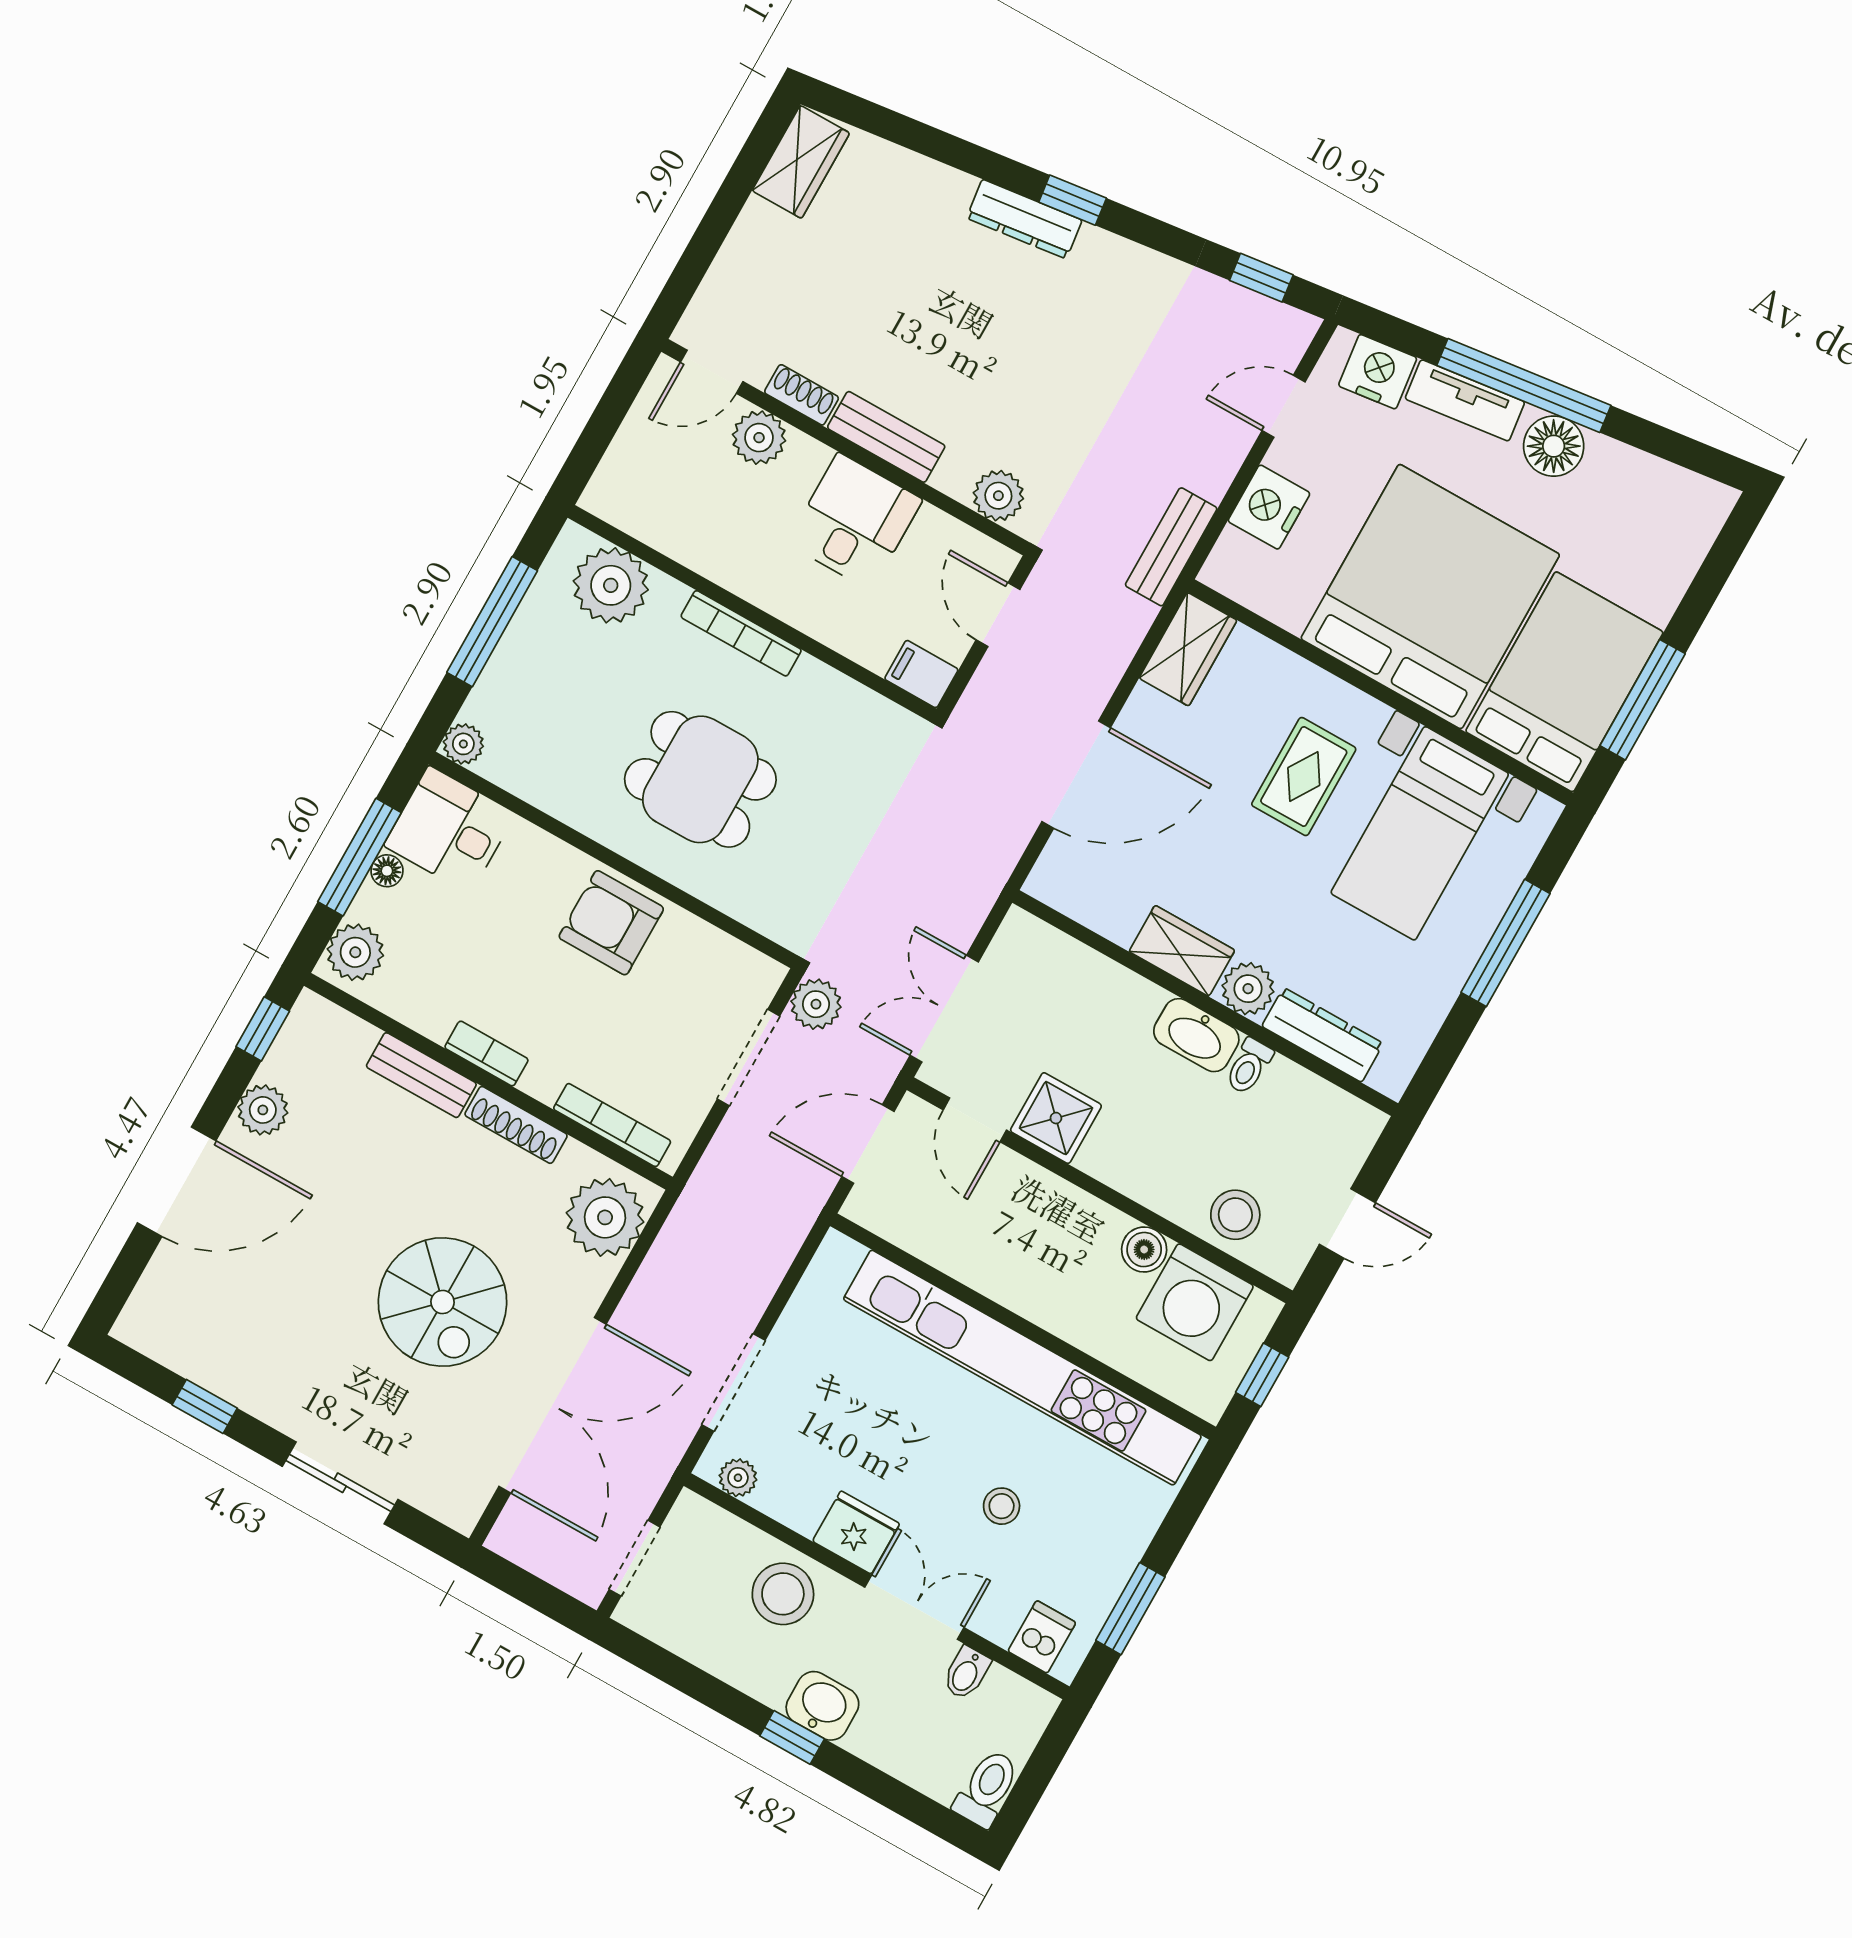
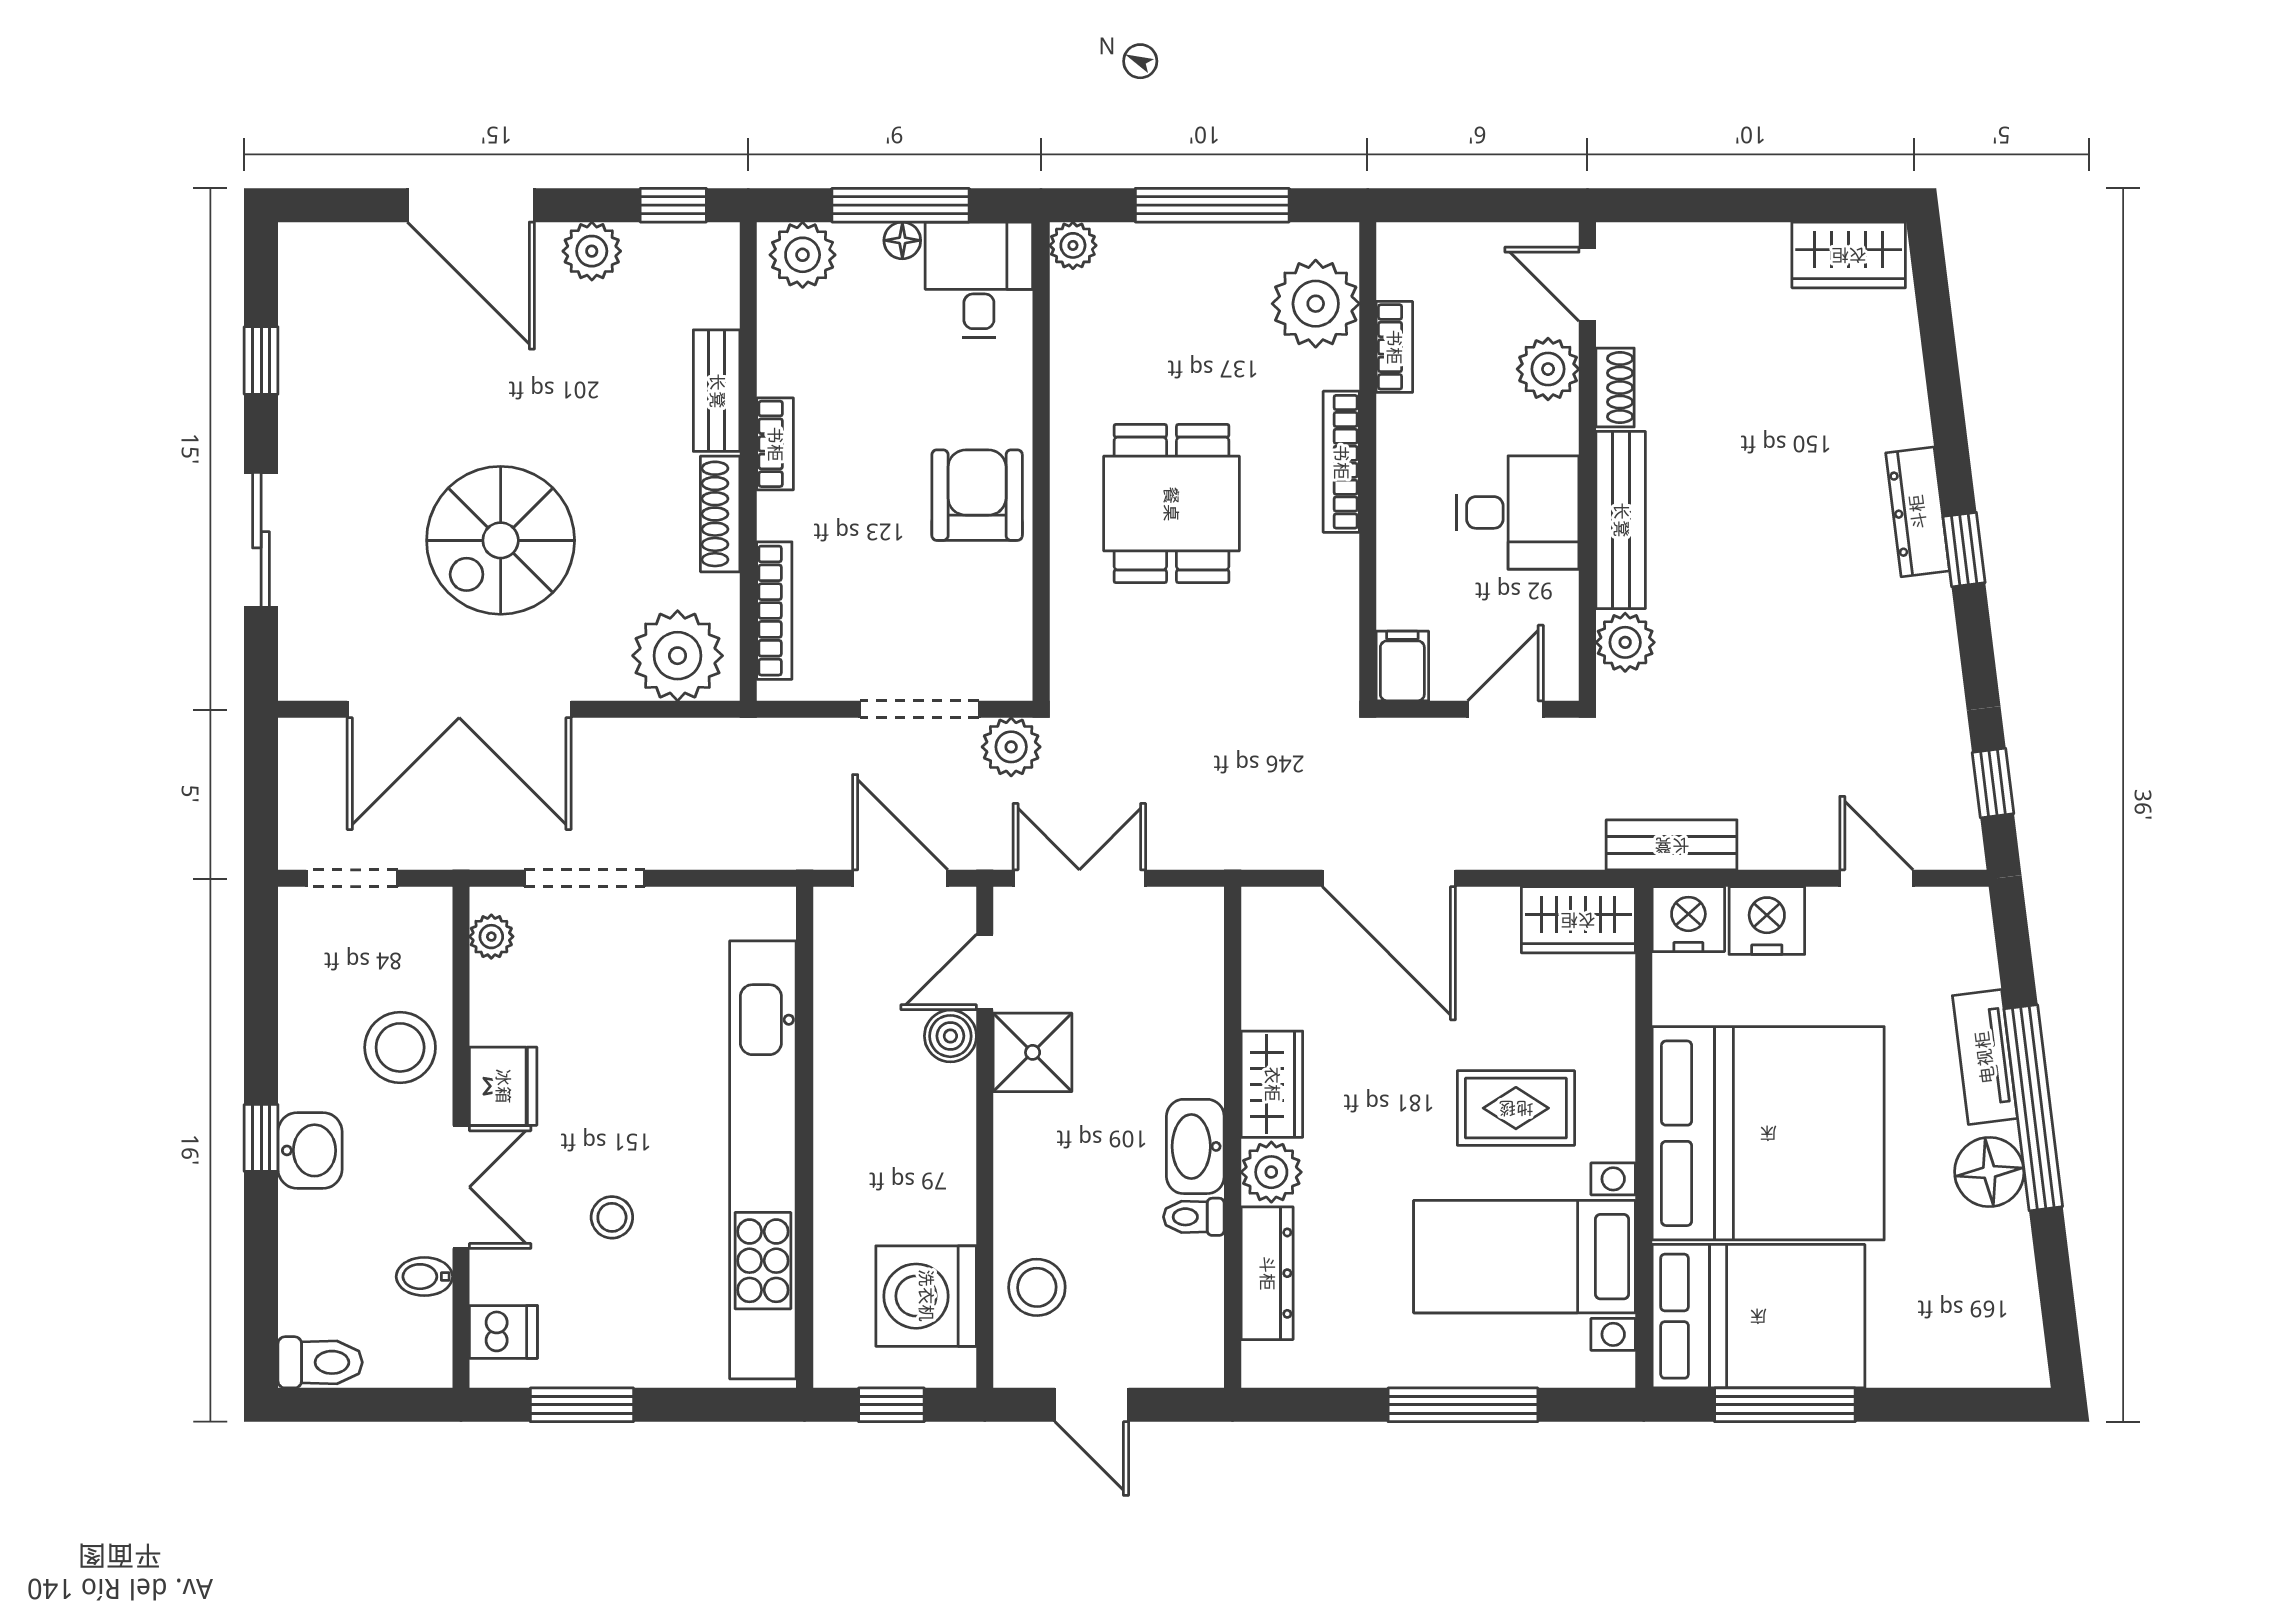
nightstand: (1378, 372) -> (1688, 919), moved, turned -83
bench: (886, 437) -> (1621, 520), width x1.36
bookcase: (677, 544) -> (1394, 347), added
boiler: (1144, 1250) -> (950, 1036), moved

